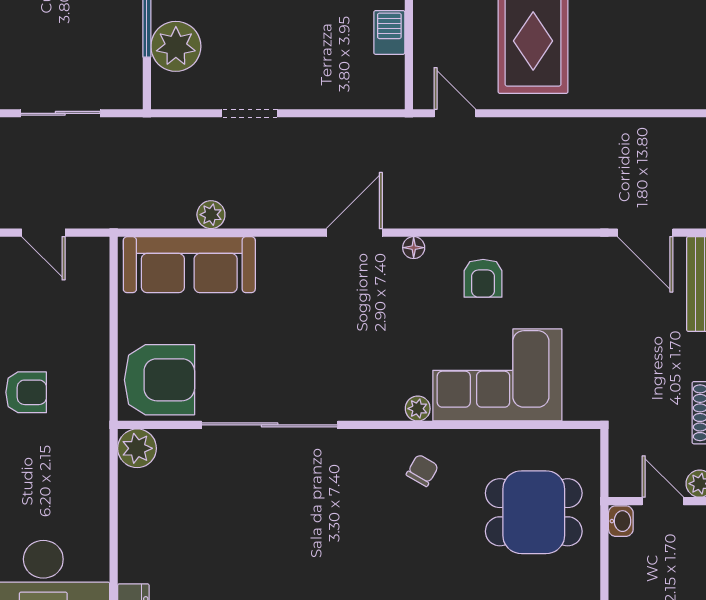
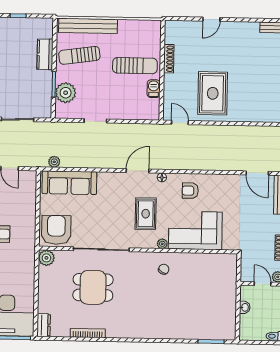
plant: (211, 215) -> (54, 162), moved
armchair: (483, 278) -> (190, 191), turned 90
rug: (376, 336) -> (146, 214), added
armchair: (159, 380) -> (56, 230), turned -90
dining table: (534, 512) -> (93, 287), moved
washbasin: (621, 521) -> (245, 307), moved

